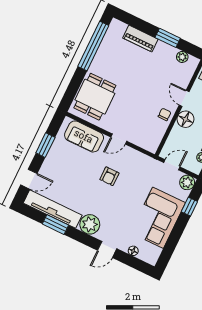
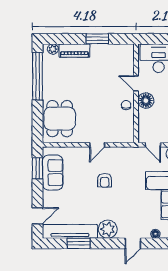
plant: (182, 57) -> (53, 49), moved
sofa: (84, 136) -> (53, 173), moved, turned -90
window: (45, 145) -> (38, 168), moved
door: (172, 165) -> (153, 145), swing flipped

